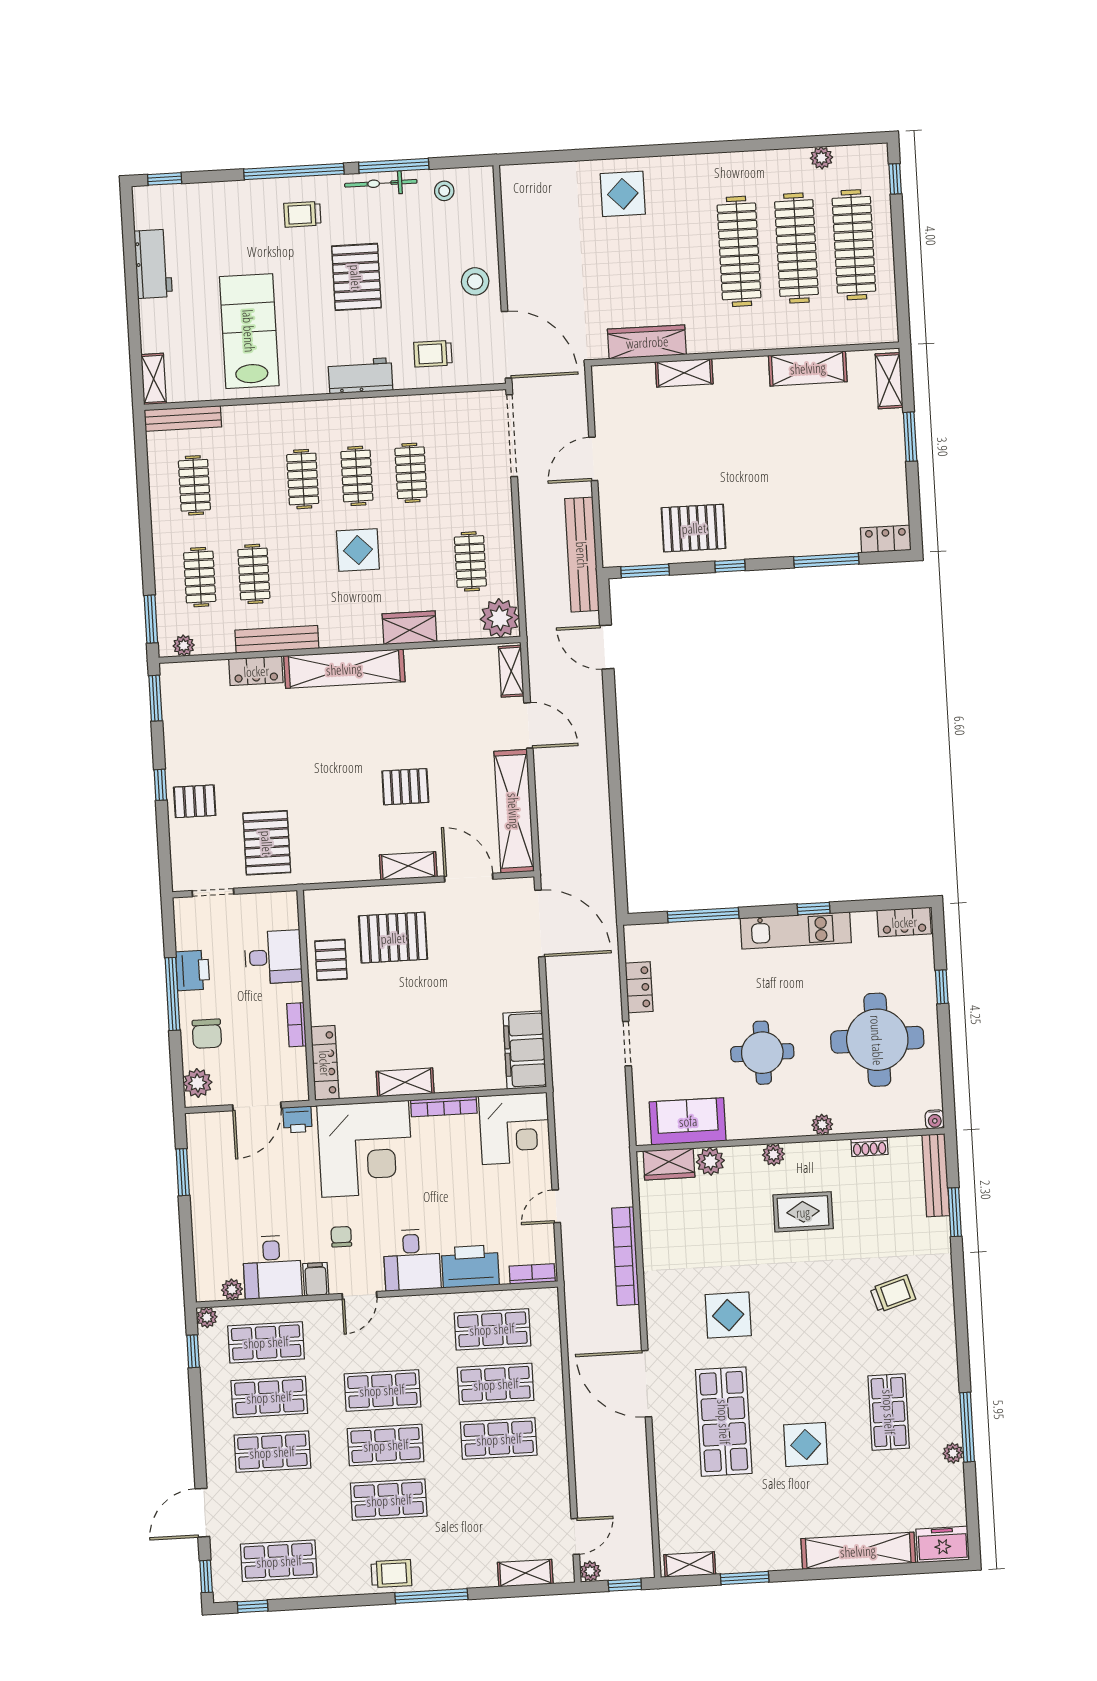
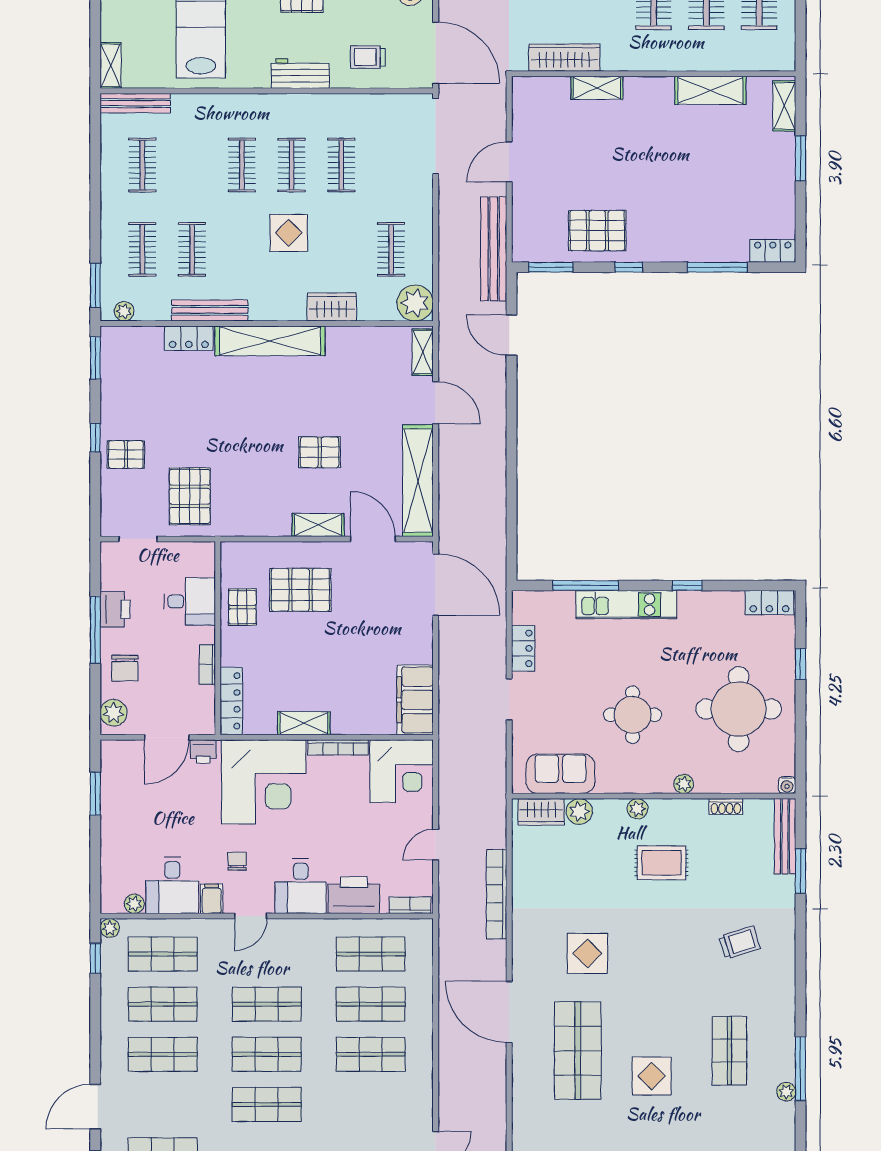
kitchen unit: (796, 930) -> (626, 605), moved

